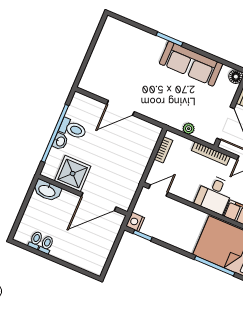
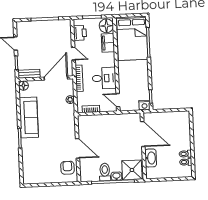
armchair: (102, 83) -> (67, 168), added
shower: (73, 174) -> (132, 170), moved
washbasin: (47, 191) -> (151, 158), moved
desk: (214, 194) -> (104, 78), moved

